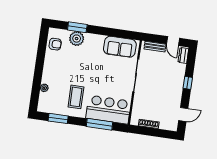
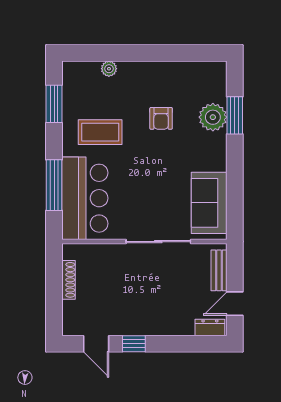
armchair: (55, 44) -> (161, 118), moved
window: (188, 83) -> (134, 344), moved

